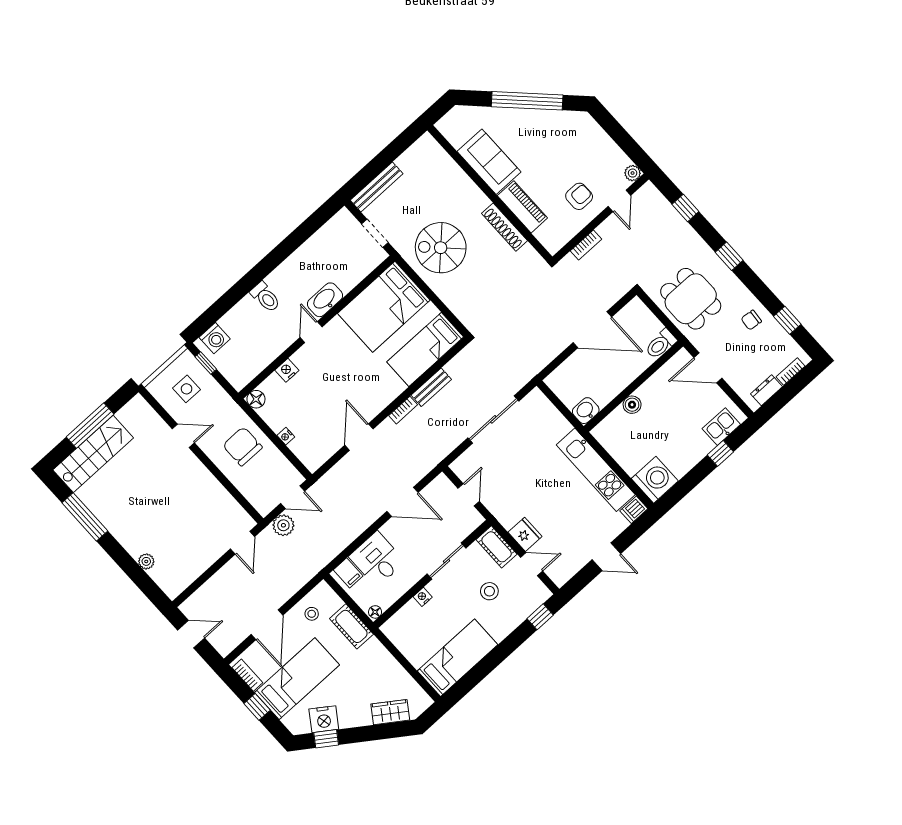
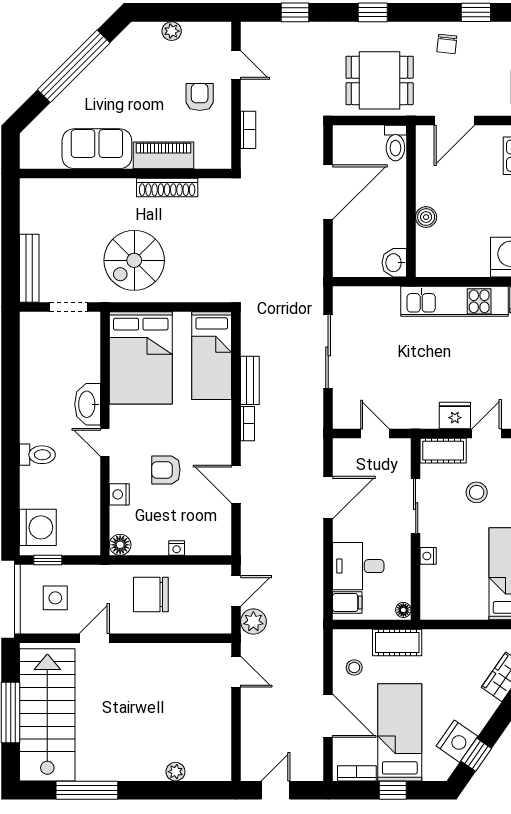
plant: (633, 173) -> (172, 31), moved
washing machine: (215, 338) -> (38, 527), width x1.37, depth x1.37
armchair: (328, 386) -> (166, 470), added
stairs: (93, 454) -> (47, 715), width x1.36, depth x1.51

